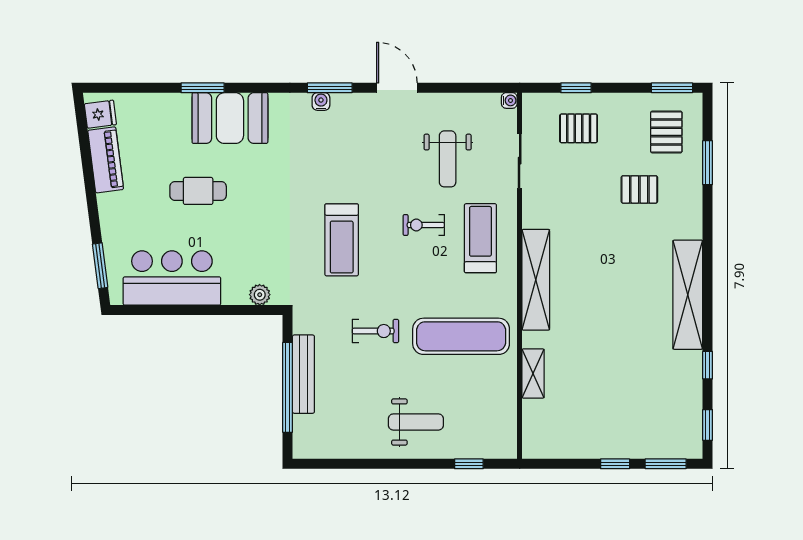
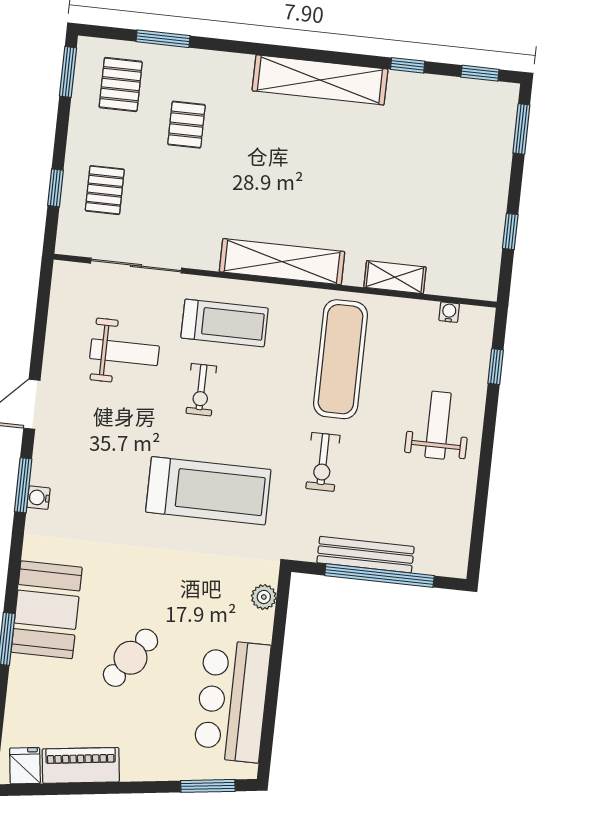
water cooler: (509, 100) -> (449, 312), moved
pallet: (666, 132) -> (121, 85), turned 90
sliding door: (520, 161) -> (136, 266), width x1.37
cafe table: (198, 191) -> (130, 658), turned 36
treadmill: (480, 238) -> (225, 323), turned 180
treadmill: (342, 240) -> (208, 491), width x1.37, depth x1.38
exercise bike: (375, 331) -> (323, 462), turned 180
window: (615, 464) -> (510, 232), moved

